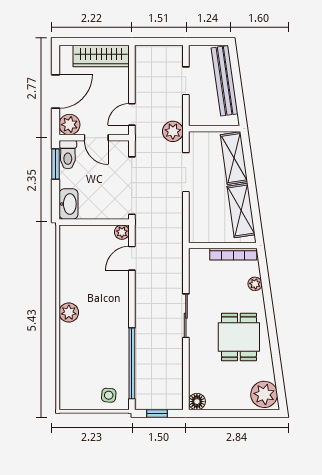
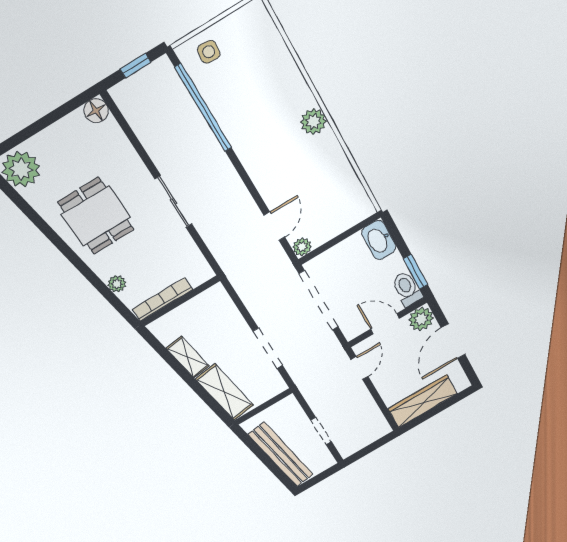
plant: (173, 131) -> (306, 378), removed
shelving: (241, 211) -> (188, 357), width x0.67, depth x0.75

